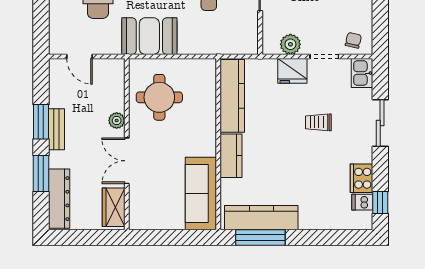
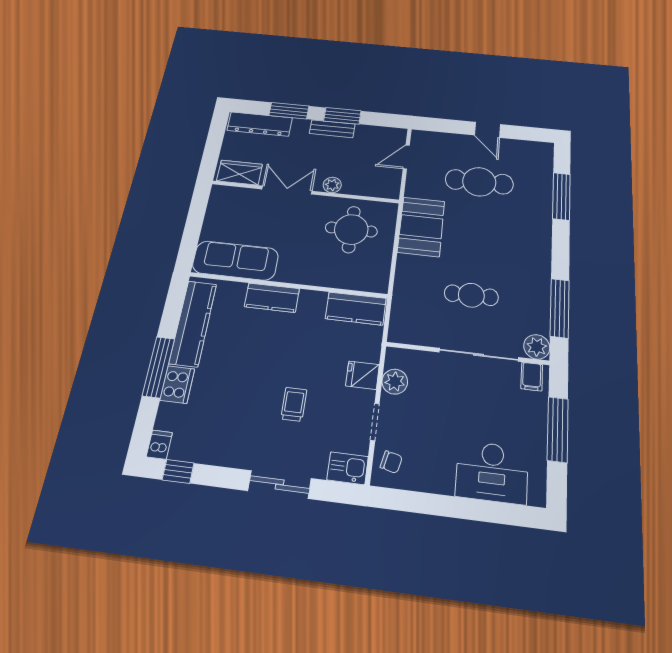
fridge: (292, 71) -> (362, 375), width x0.72
kitchen counter: (232, 96) -> (356, 308), width x0.67
cooker: (361, 178) -> (177, 385), moved, turned 90
dishwasher: (362, 202) -> (159, 445), moved
window: (260, 237) -> (158, 367), moved

